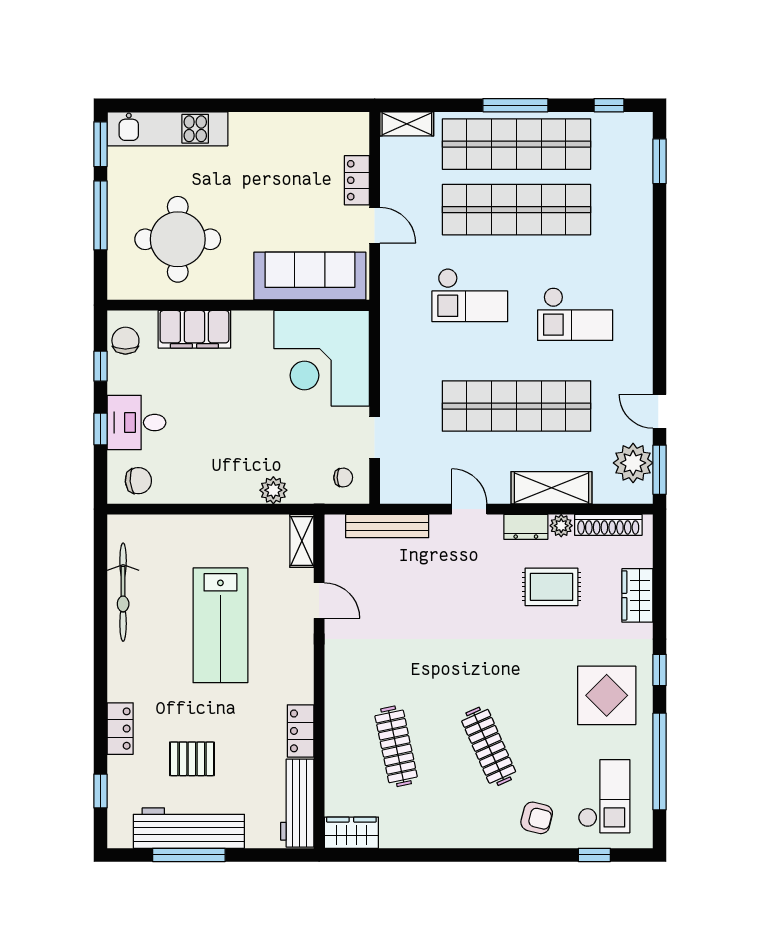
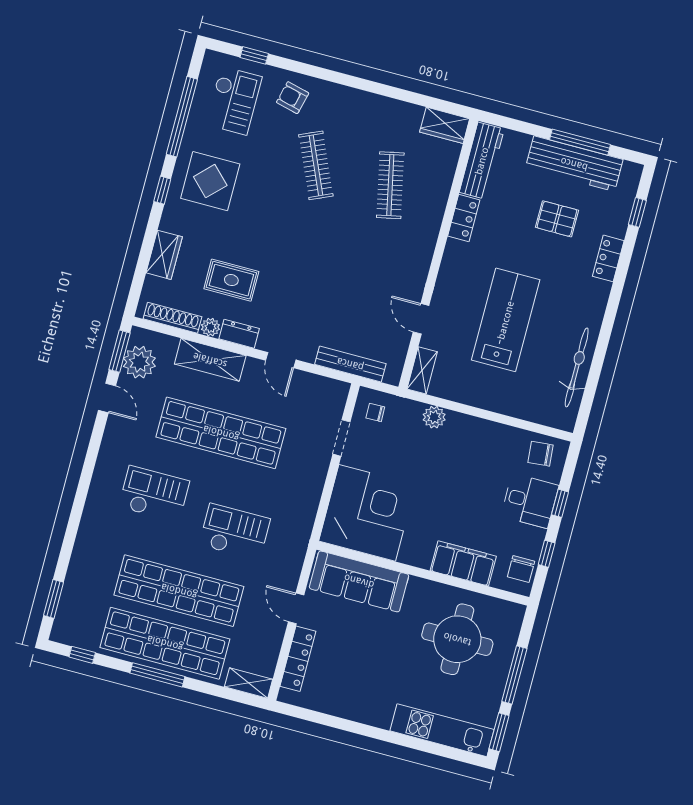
locker: (357, 180) -> (298, 659), width x1.53
checkout: (604, 796) -> (234, 101), turned 180

